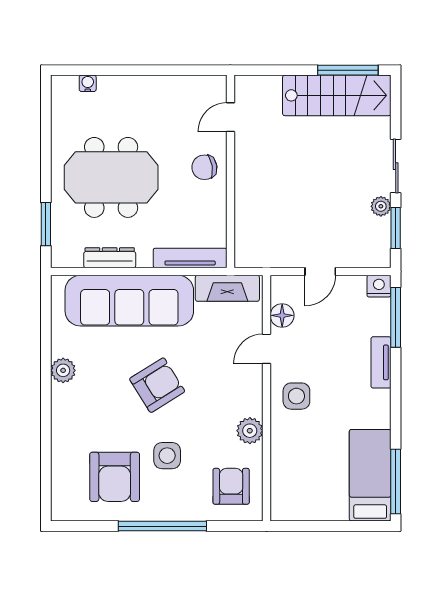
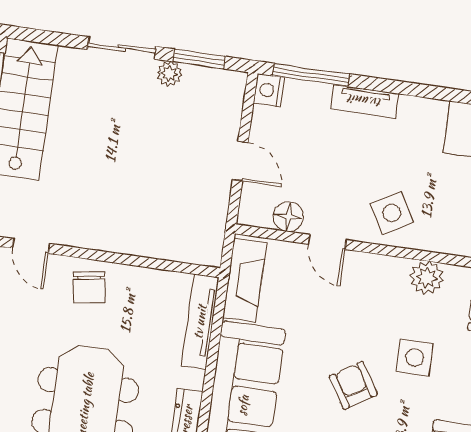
armchair: (157, 385) -> (353, 385), width x0.72, depth x0.72
side table: (296, 396) -> (392, 213), turned -30
side table: (167, 456) -> (414, 358), moved

